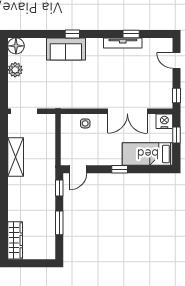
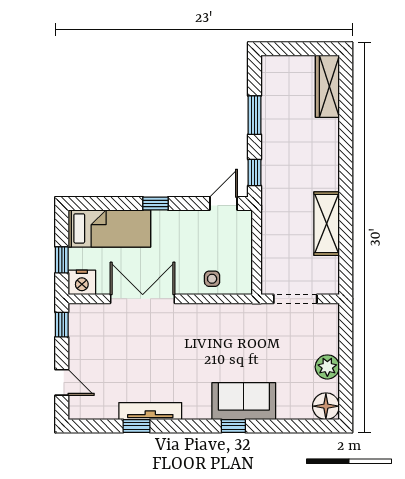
doorway: (24, 111) -> (295, 299), moved

